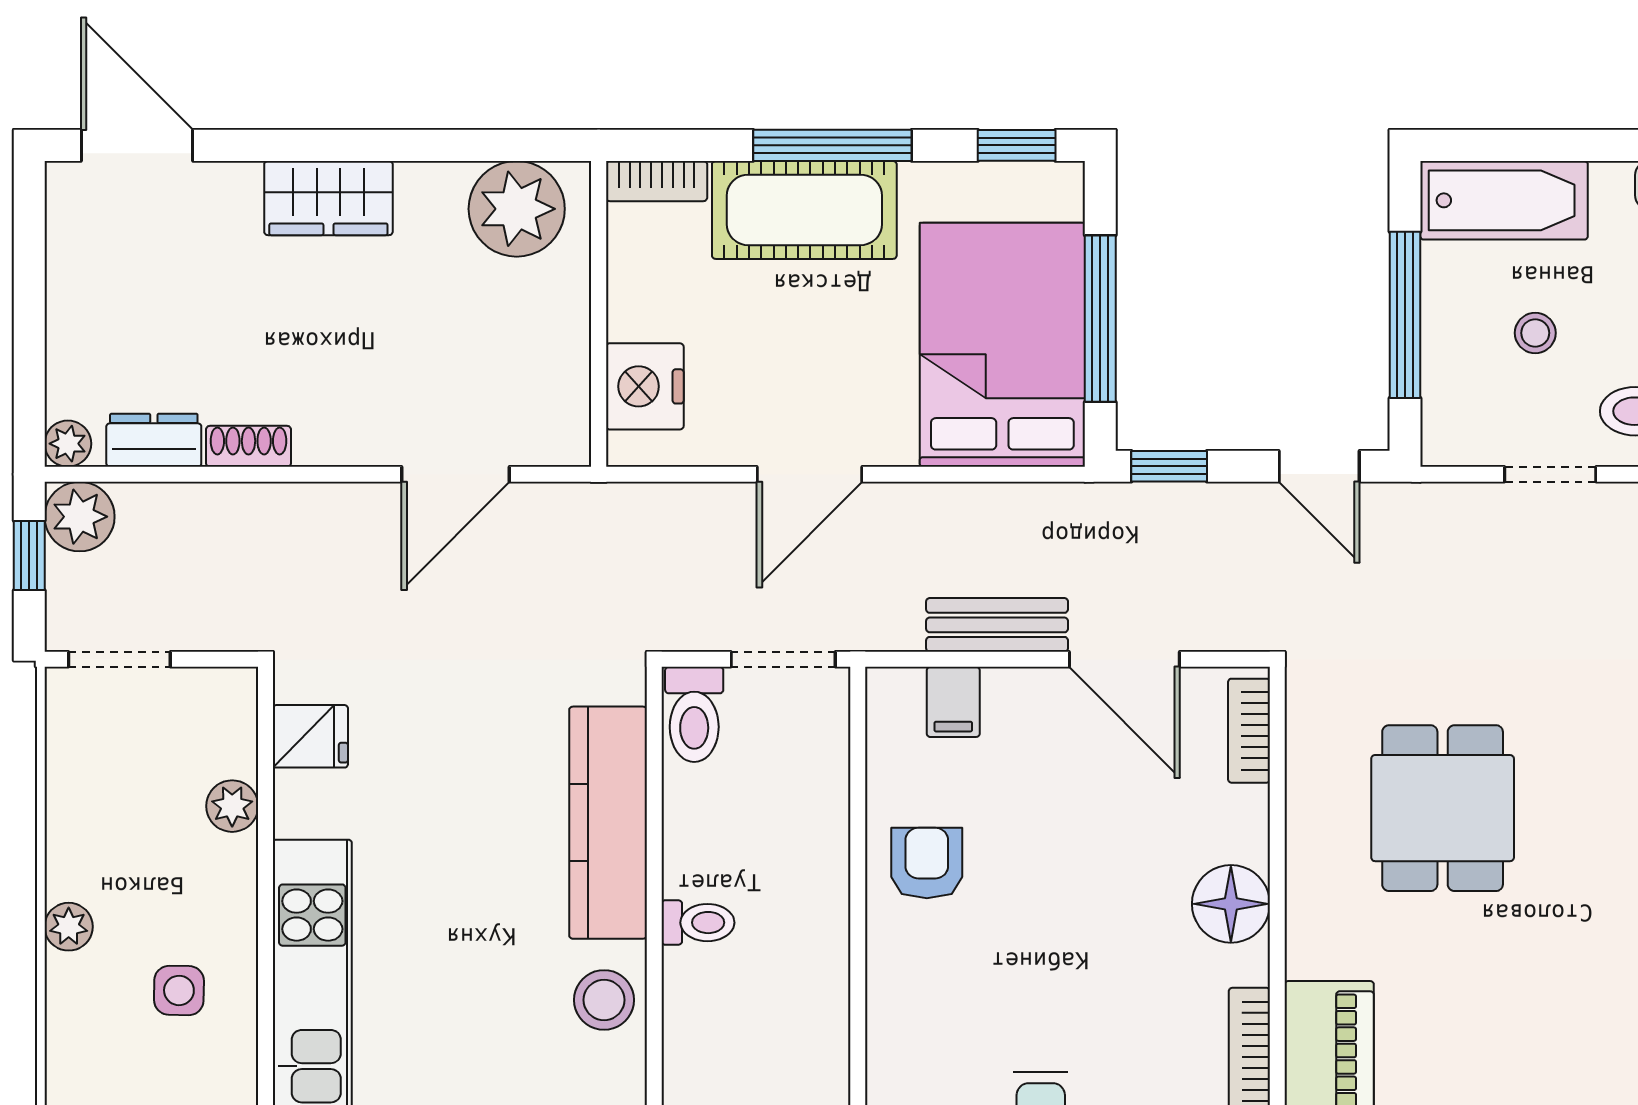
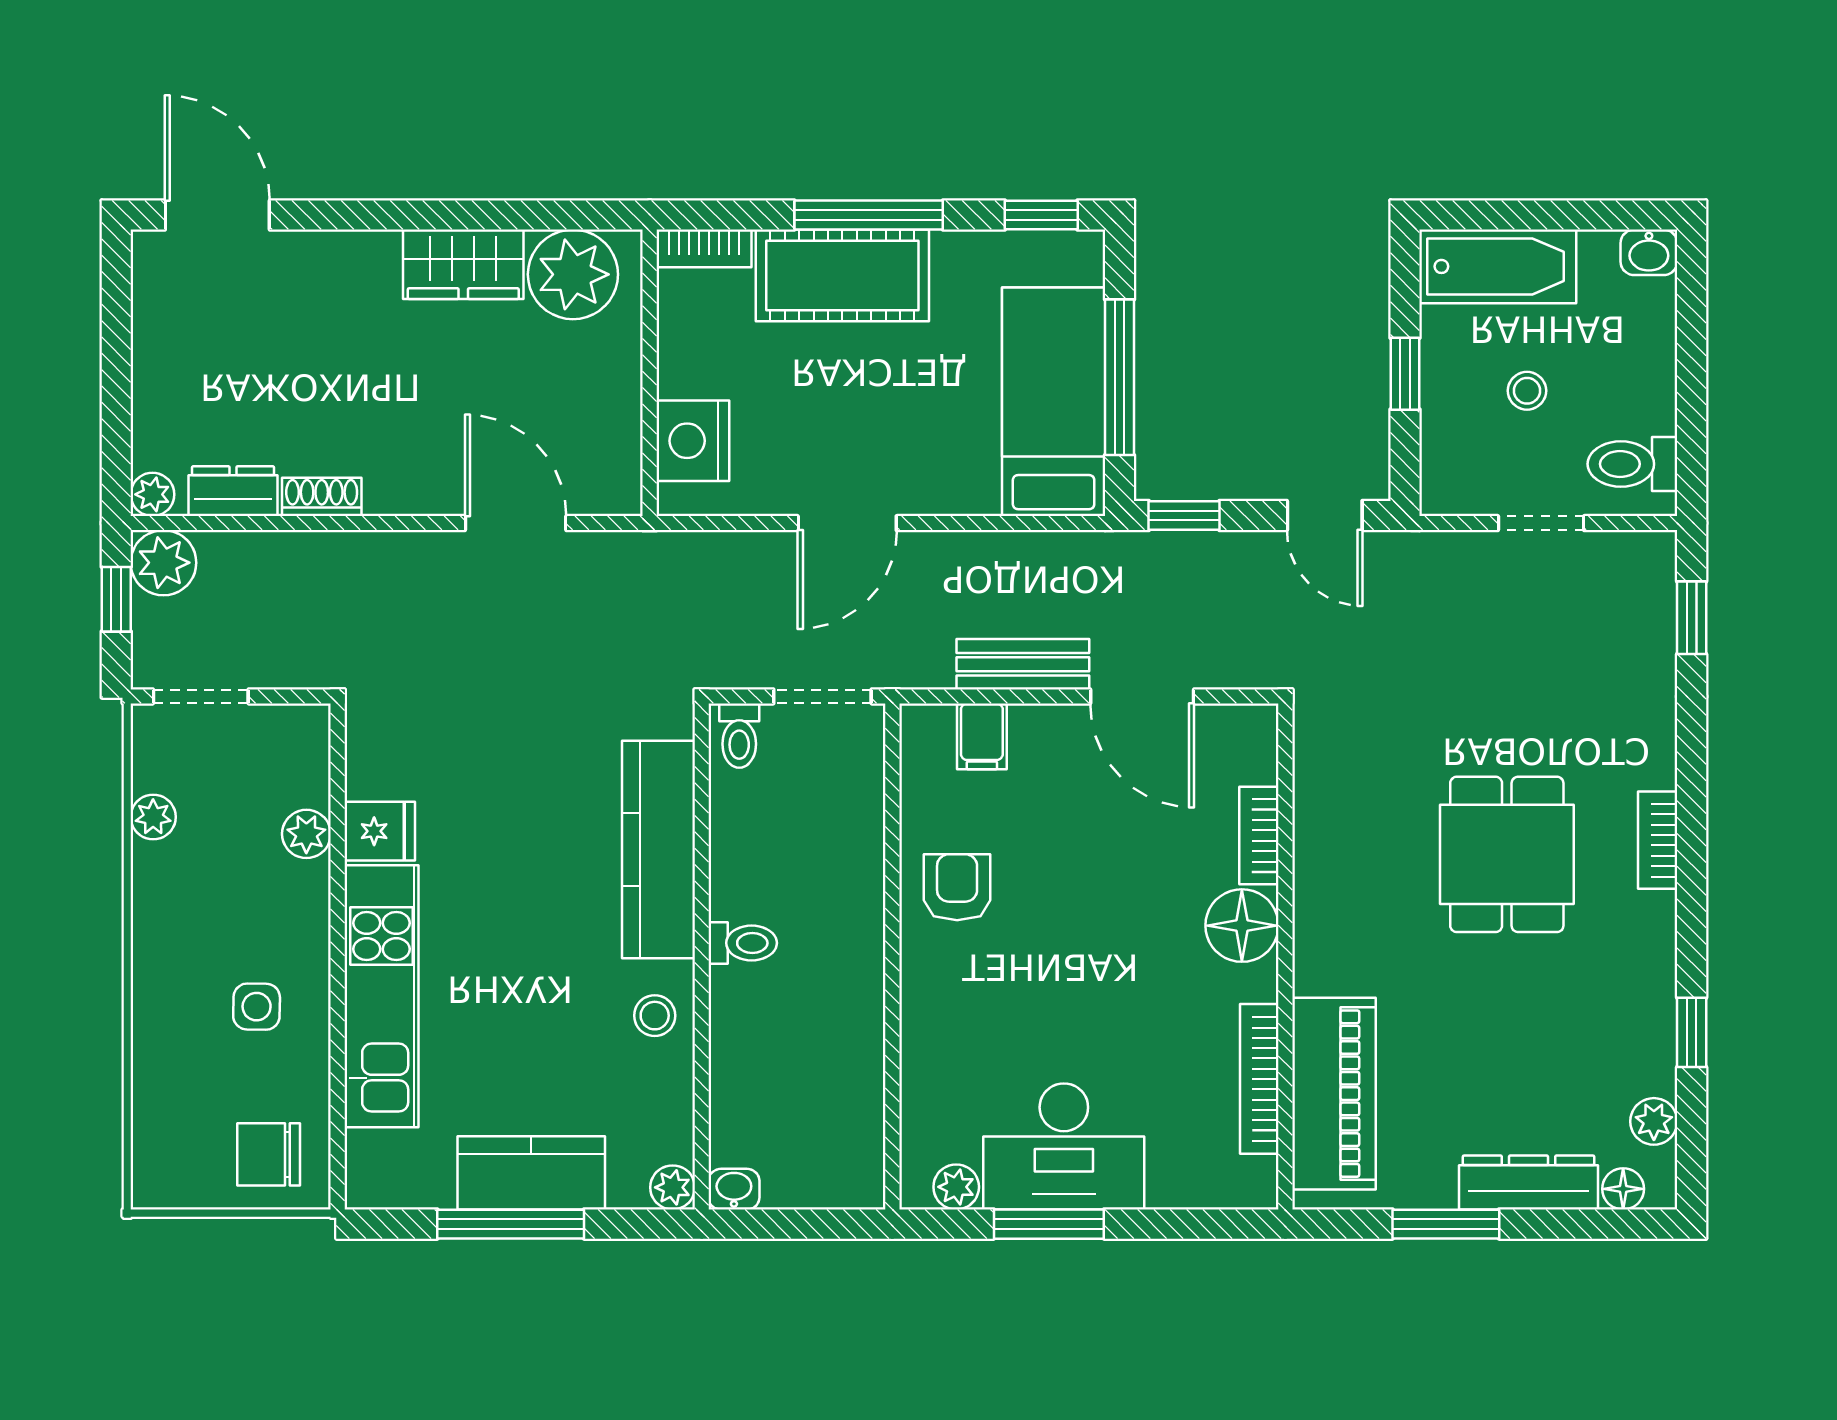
wardrobe: (328, 198) -> (463, 264), moved
window: (1405, 315) -> (1405, 374), width x0.46
bed: (1002, 345) -> (1054, 402), width x0.67
door: (455, 474) -> (516, 523), swing flipped
toilet: (694, 714) -> (739, 736), width x0.73, depth x0.72
bookcase: (1249, 731) -> (1259, 836), moved
fridge: (310, 736) -> (380, 831), moved
dining table: (1443, 808) -> (1507, 854), moved
plant: (69, 927) -> (153, 817), moved
stool: (604, 1000) -> (655, 1016), width x0.73, depth x0.73

